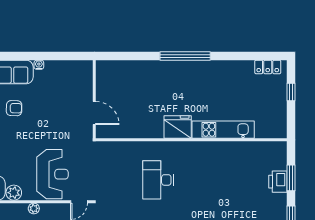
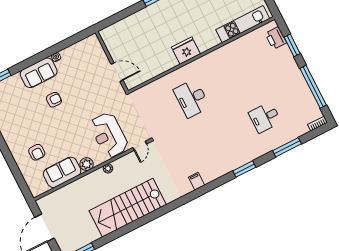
kitchen unit: (223, 130) -> (243, 24), moved
reception desk: (52, 174) -> (109, 135), turned 180
printer: (278, 182) -> (276, 38), moved

